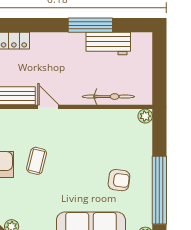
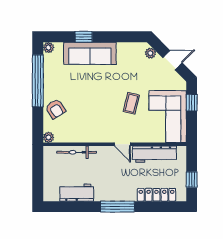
window: (90, 25) -> (117, 207), moved
armchair: (119, 180) -> (55, 109), moved, turned -129

